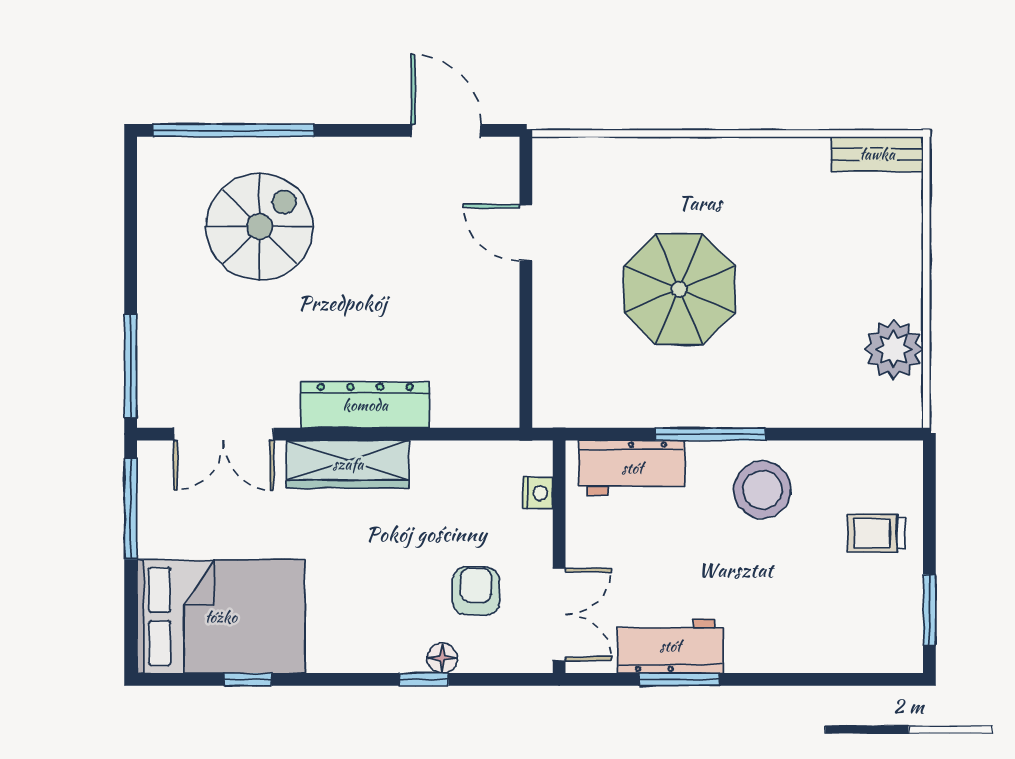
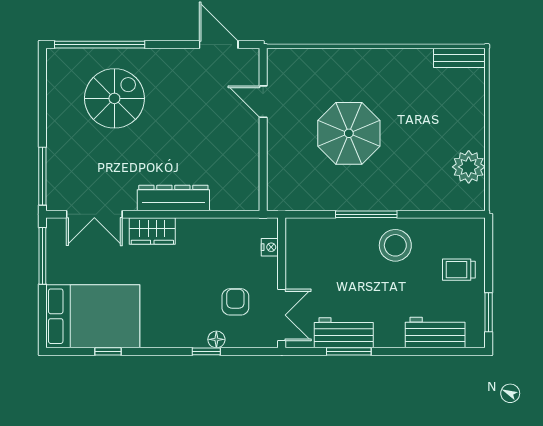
wardrobe: (348, 464) -> (152, 231), width x0.67
workbench: (632, 468) -> (435, 333), moved, turned 180

